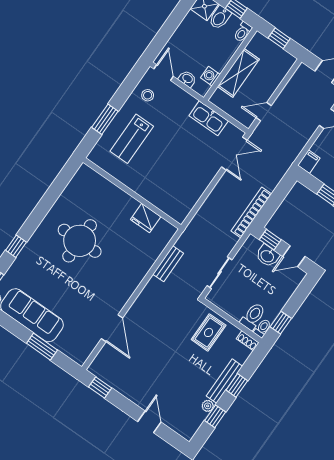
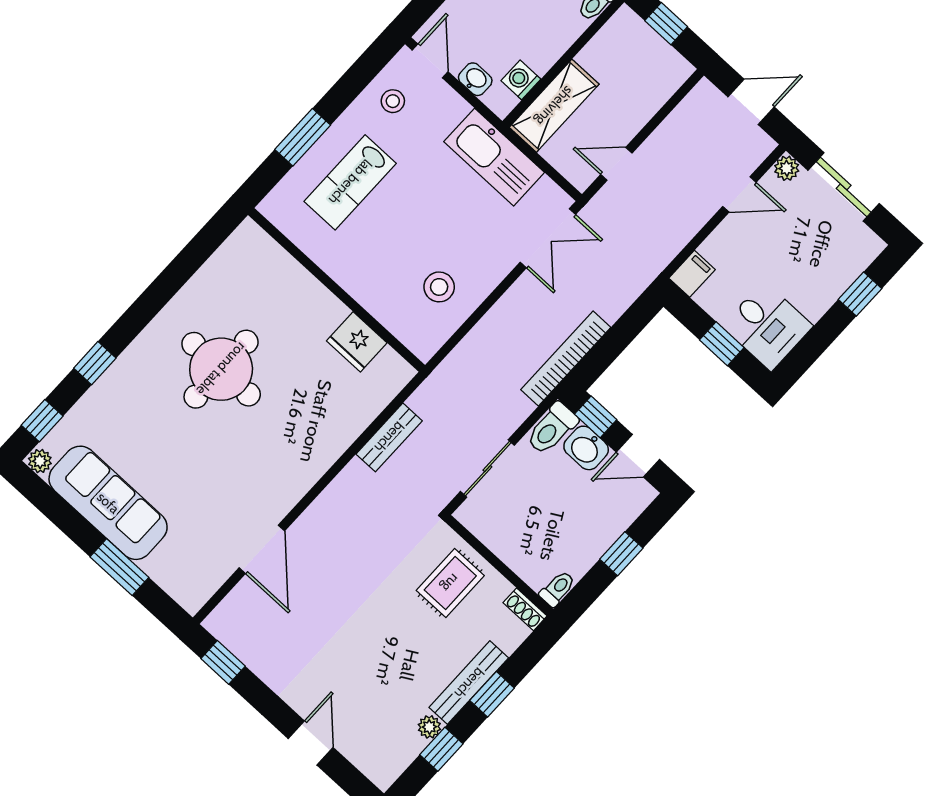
shelving: (238, 73) -> (554, 106), moved
kitchen sink: (209, 118) -> (494, 157), width x1.36, depth x1.24
stool: (183, 185) -> (439, 287), added
toilet: (253, 316) -> (552, 429), moved, turned 180
window: (281, 323) -> (621, 554), moved

